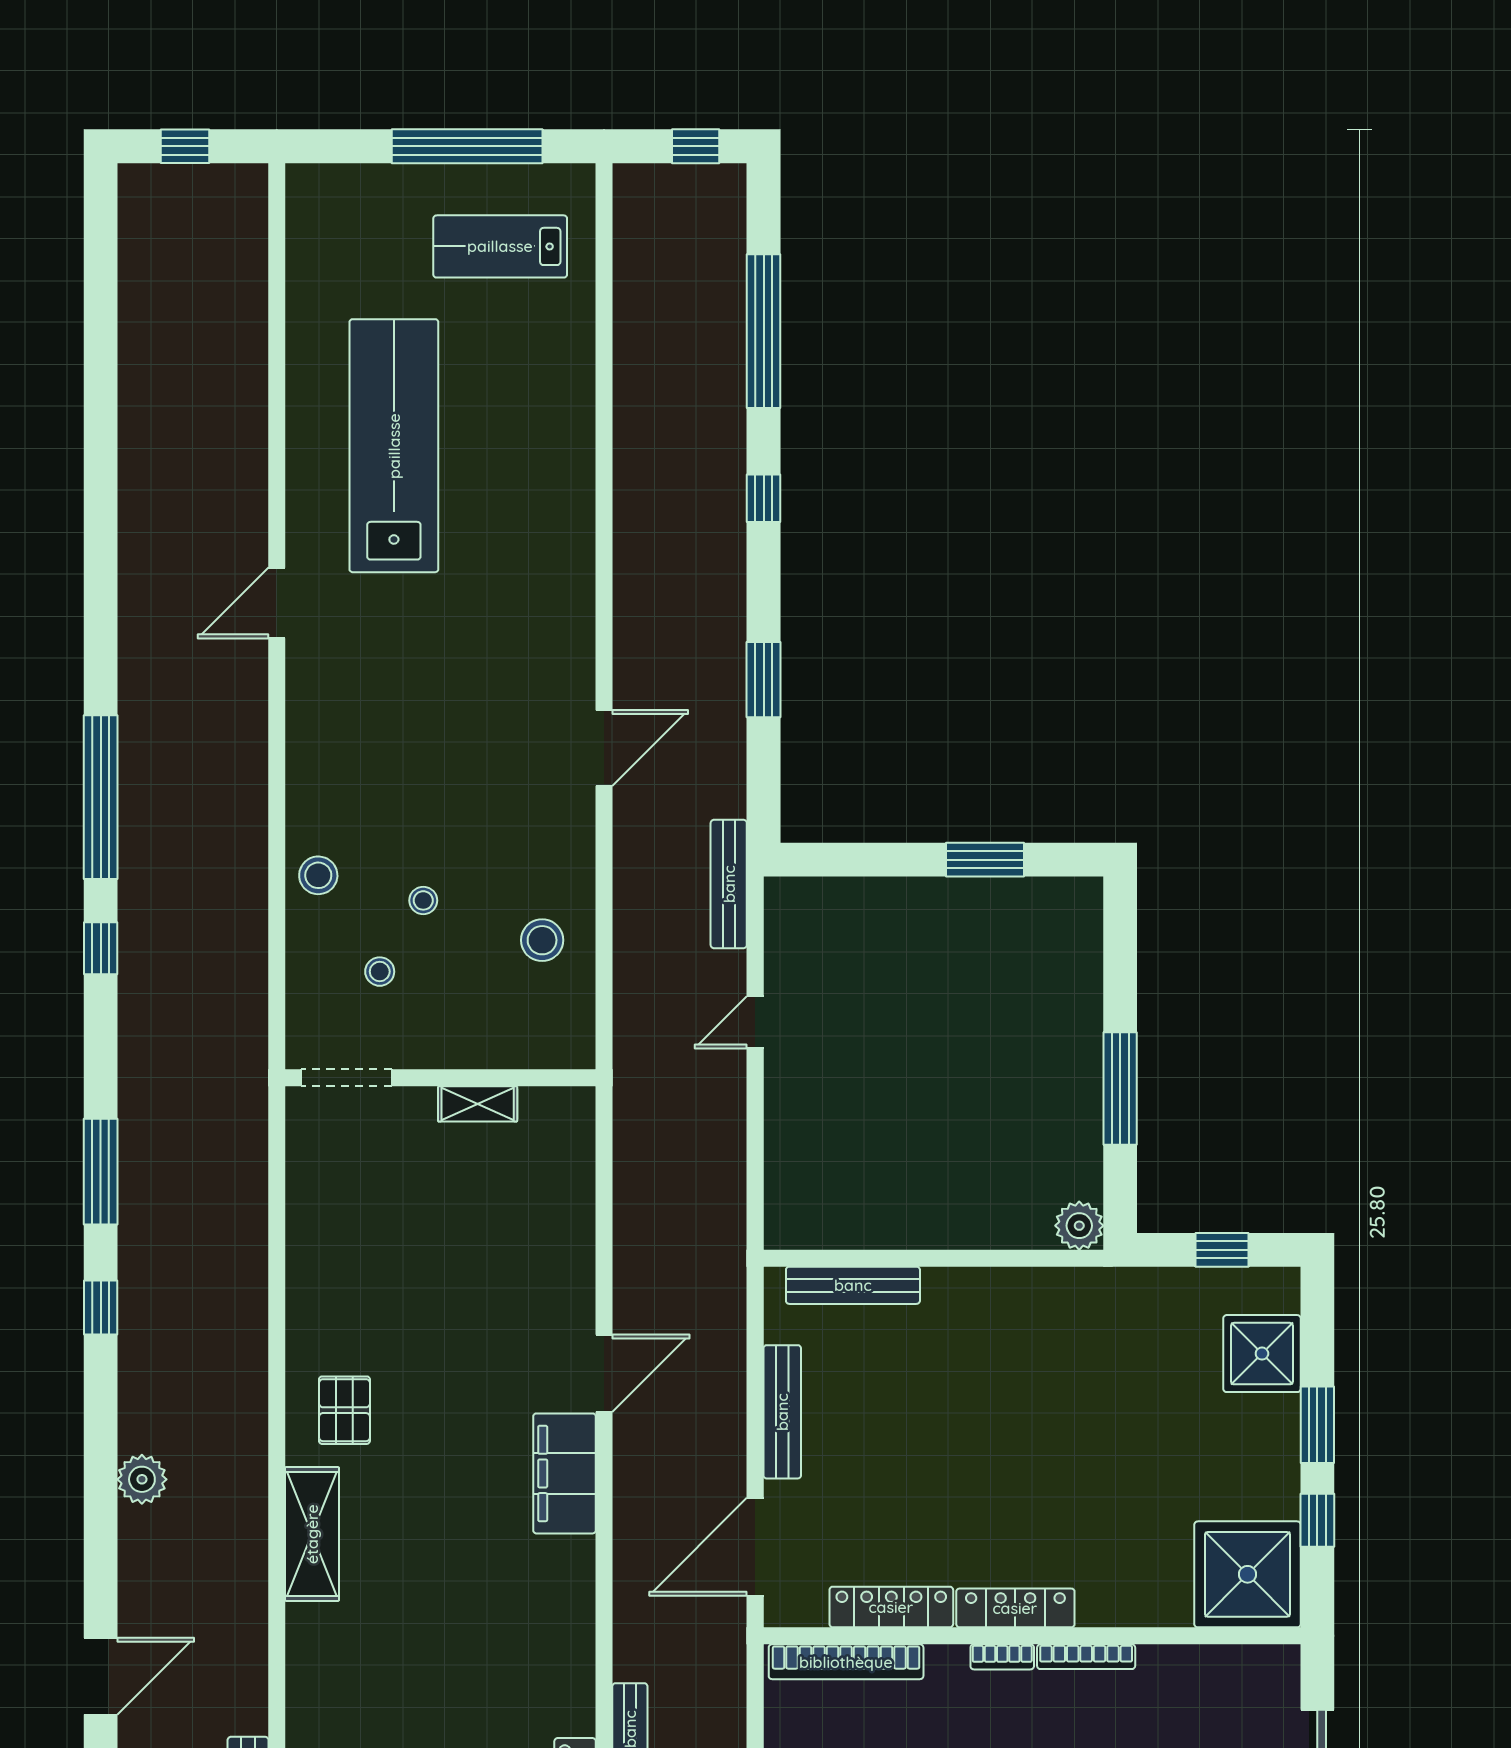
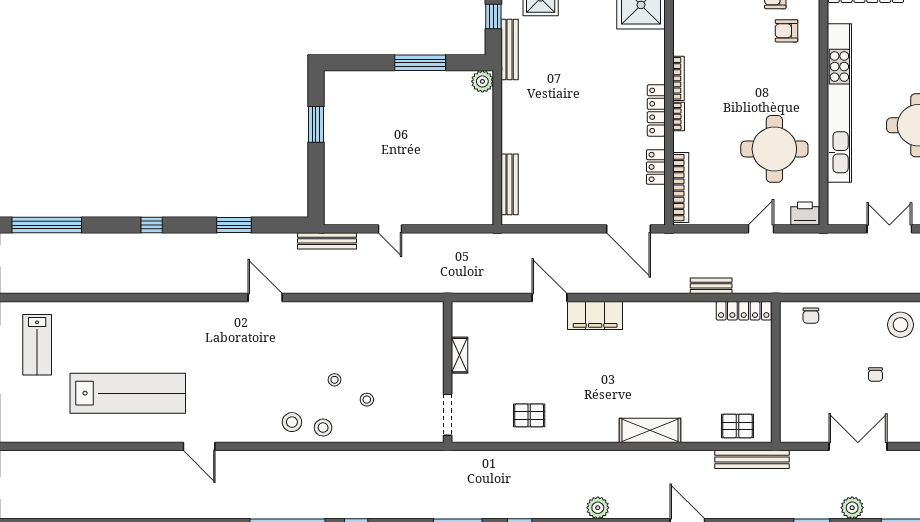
window: (764, 331) -> (47, 225), moved
lab bench: (394, 446) -> (128, 393), turned 180
stool: (542, 940) -> (292, 422), moved
doorway: (346, 1078) -> (448, 415), moved
wall: (440, 1078) -> (448, 372), moved
shelving: (478, 1104) -> (459, 355), moved
pallet: (344, 1410) -> (529, 415), moved
bench: (782, 1412) -> (510, 49), moved, turned 90
shelving: (312, 1534) -> (650, 430), moved
locker: (891, 1607) -> (656, 167), width x0.66

